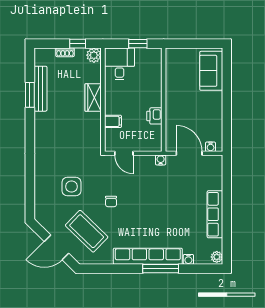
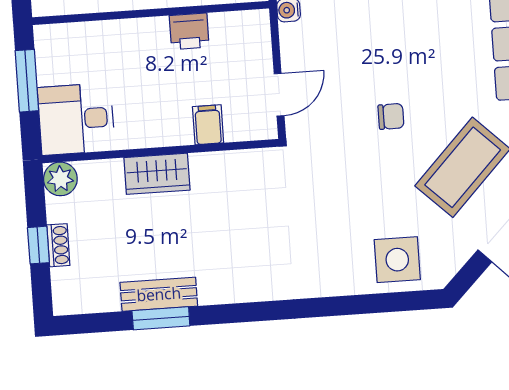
window: (78, 44) -> (38, 245), moved
window: (138, 44) -> (27, 81), width x1.50
bench: (40, 89) -> (159, 294), width x0.73
side table: (71, 187) -> (397, 260), moved

